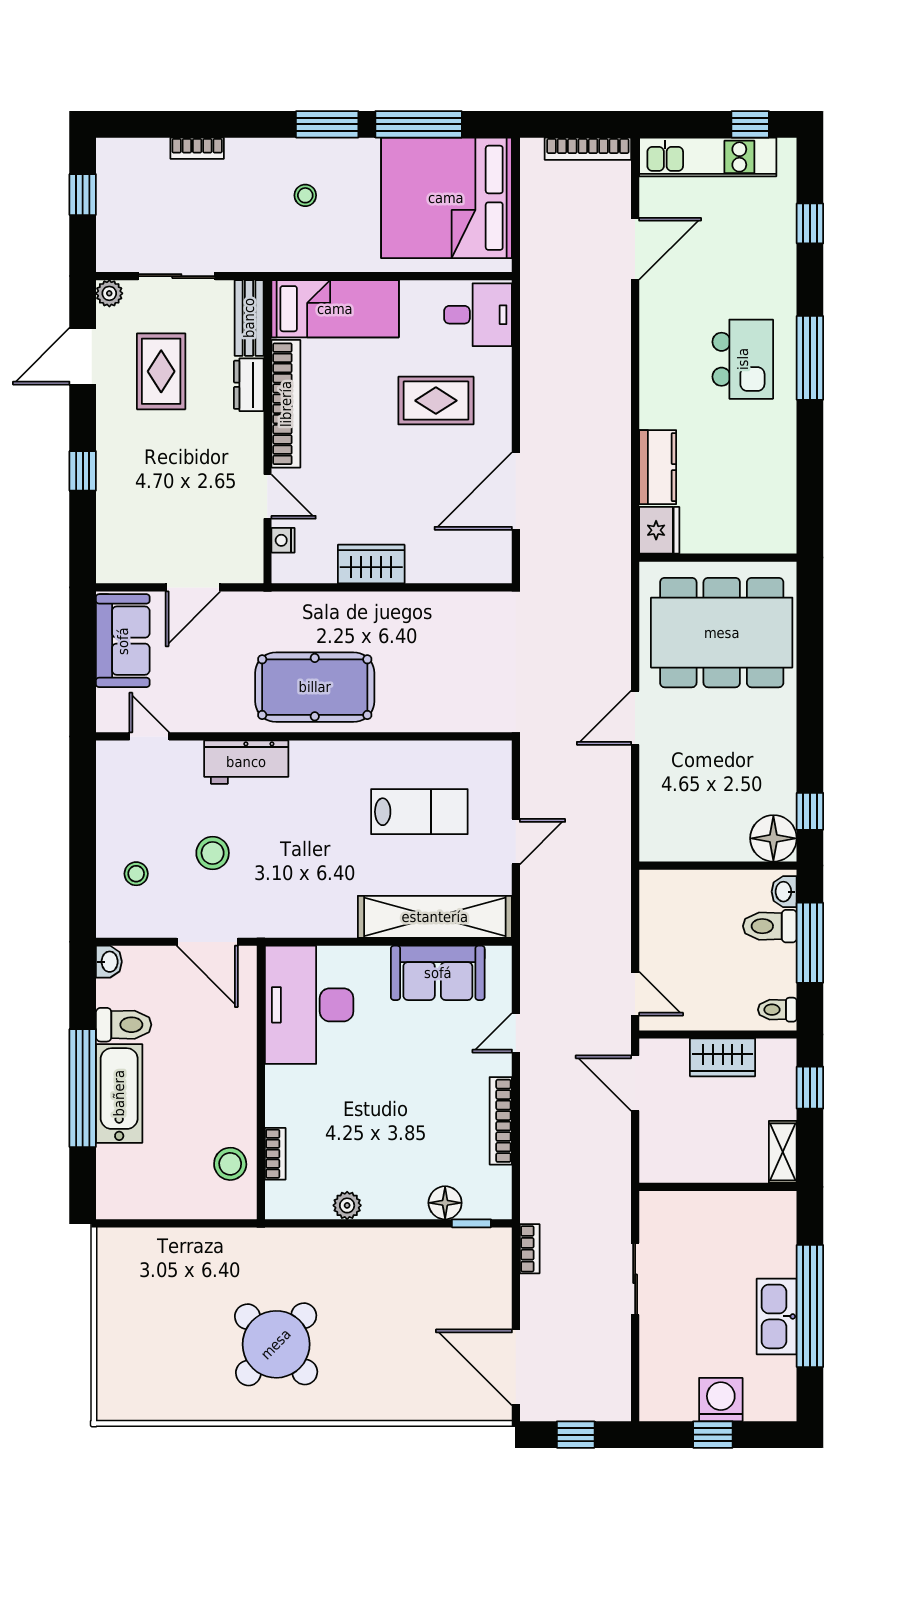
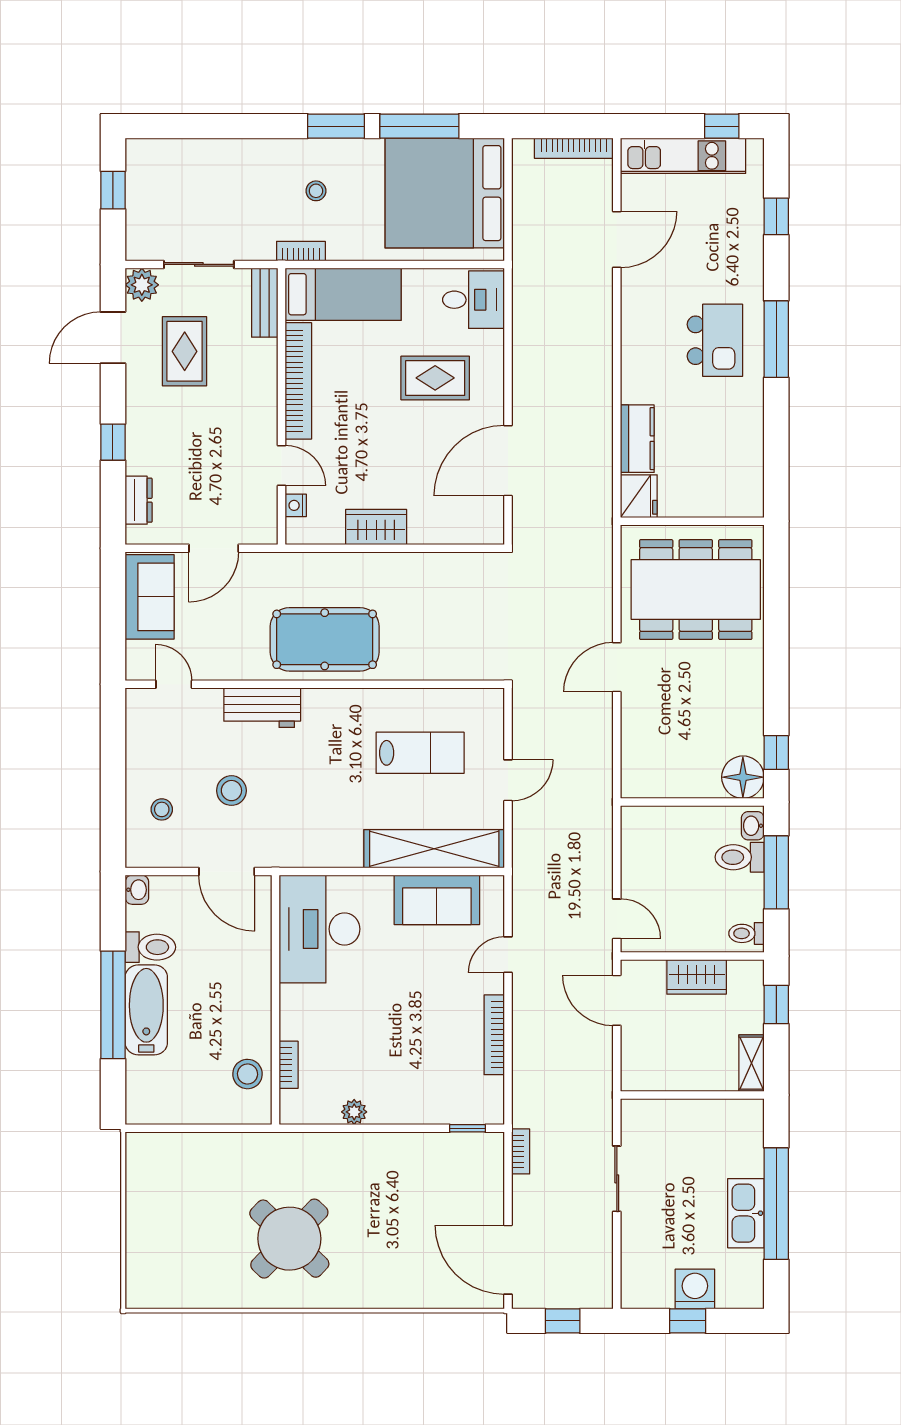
bookcase: (197, 148) -> (301, 251), moved, turned 180
plant: (109, 293) -> (142, 285), width x1.38, depth x1.38
dresser: (249, 385) -> (139, 500), moved, turned 180
floor lamp: (445, 1203) -> (443, 1110), removed

